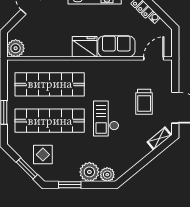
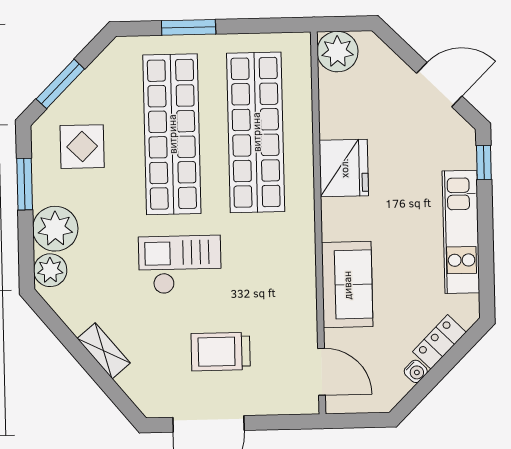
fridge: (85, 47) -> (344, 168), moved
shelving: (159, 138) -> (104, 351), moved
display table: (43, 155) -> (82, 147), moved

